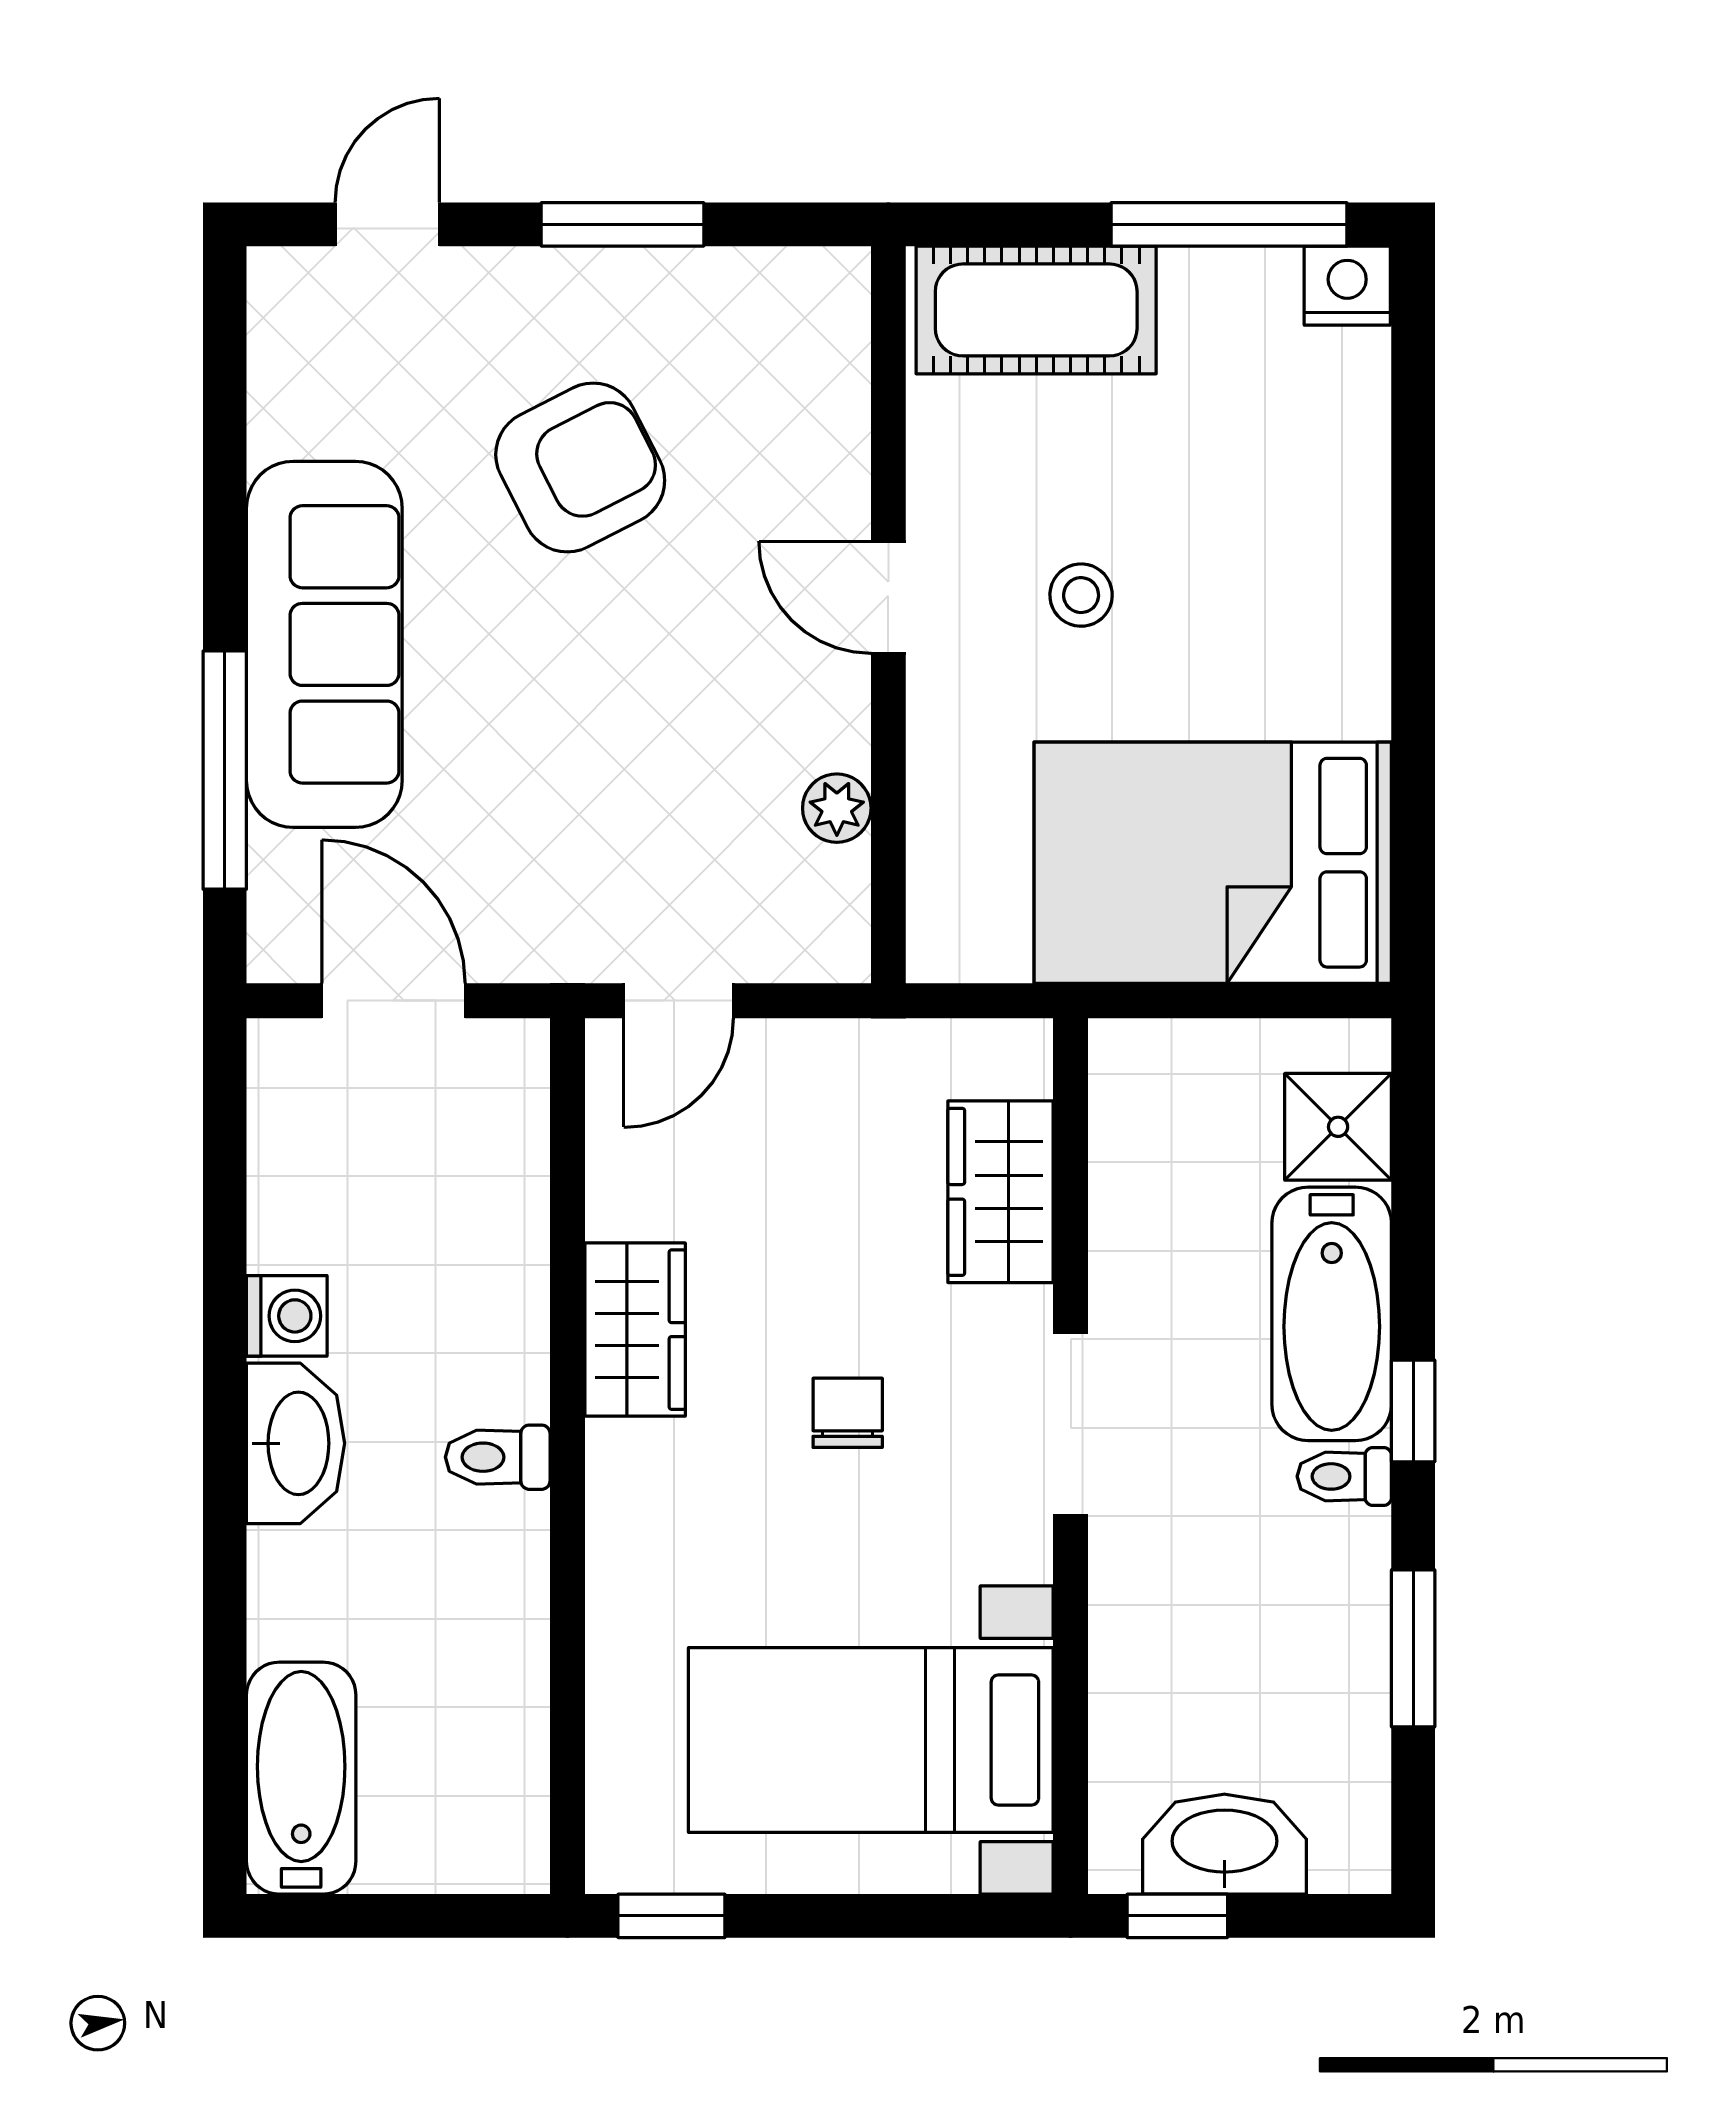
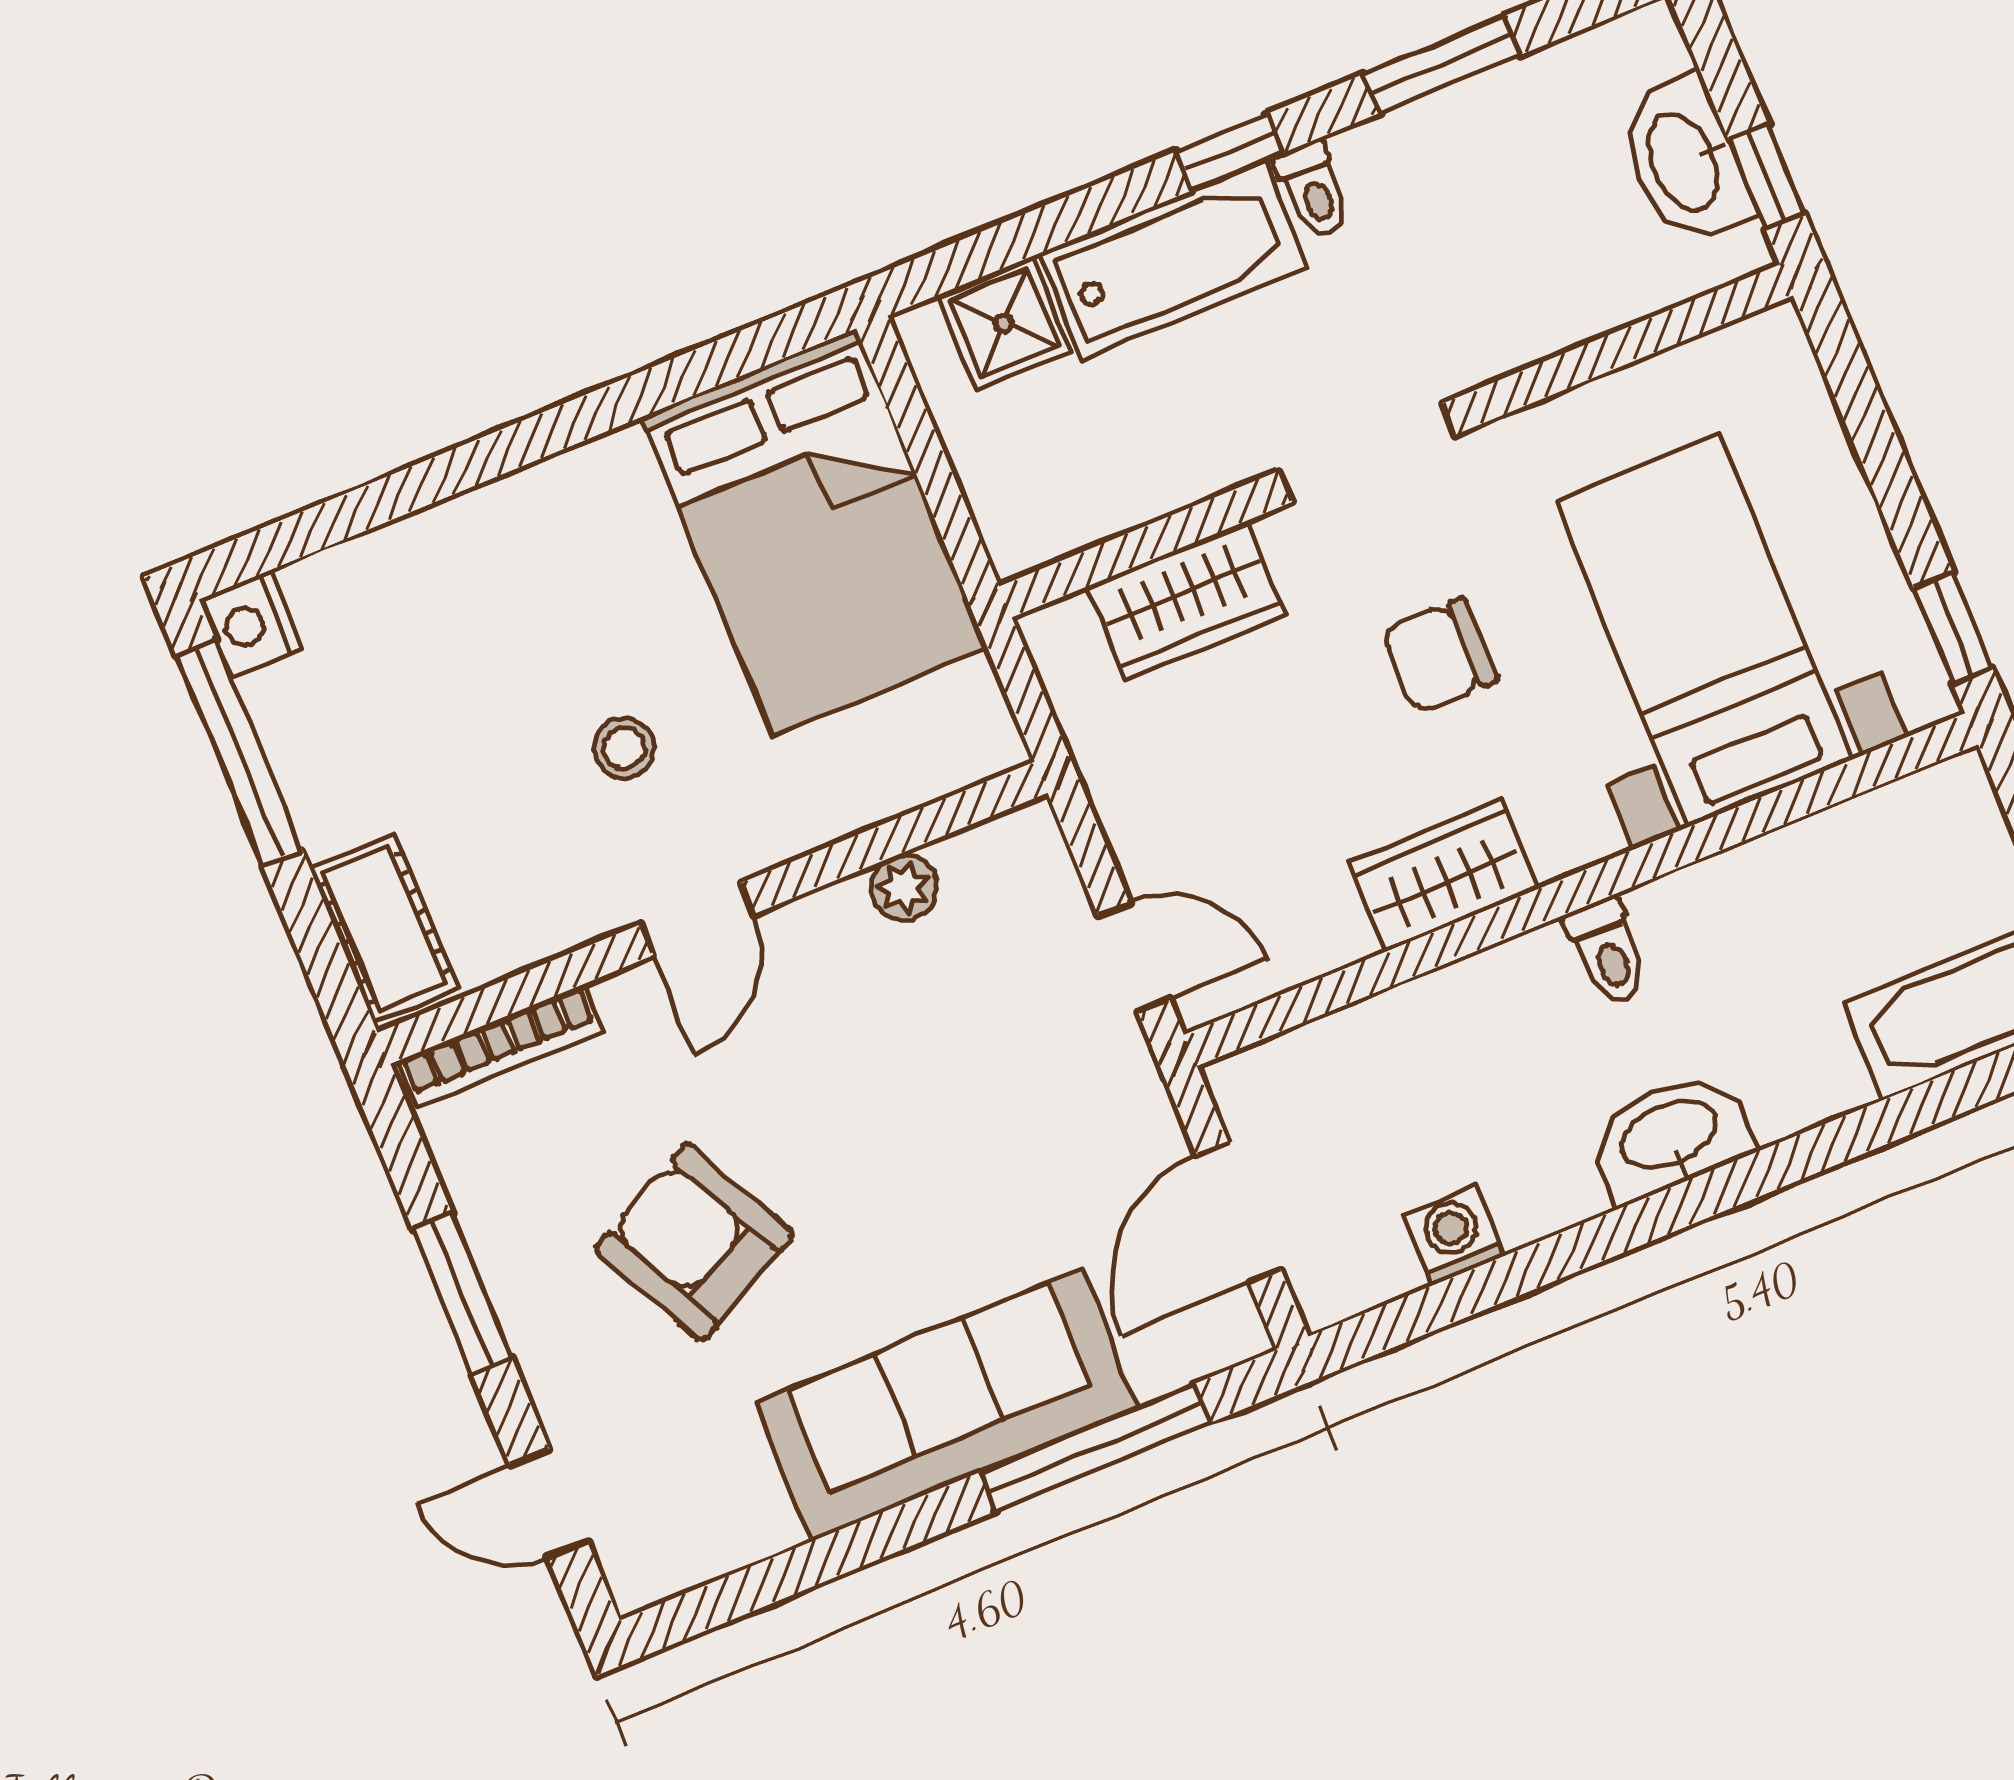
cot: (1036, 310) -> (384, 928), width x0.73, depth x0.75
bookcase: (844, 359) -> (500, 1046), added
washing machine: (287, 1316) -> (1454, 1235), moved
chair: (848, 1413) -> (1439, 656), width x1.37, depth x1.37
bed with nightstands: (871, 1740) -> (1704, 631), moved, turned 180

